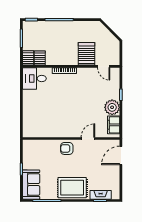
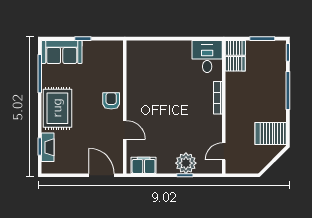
server rack: (86, 54) -> (271, 133), moved, turned 180
plant: (112, 107) -> (186, 163), moved

